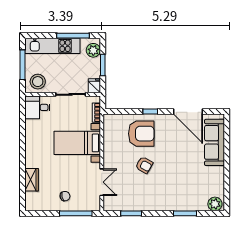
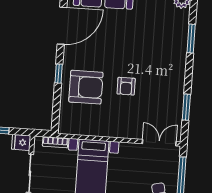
armchair: (141, 134) -> (86, 87), turned 90
armchair: (144, 165) -> (126, 86), turned 150
double door: (102, 182) -> (159, 143), moved

